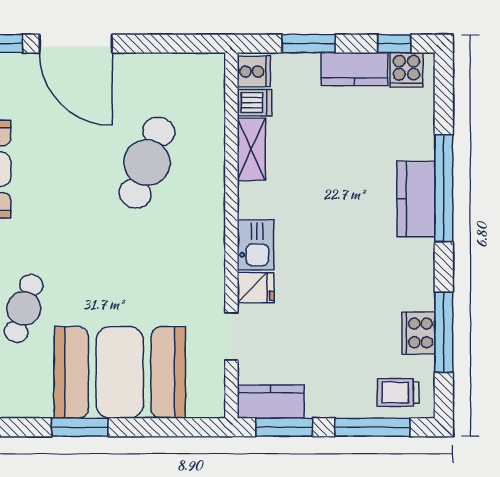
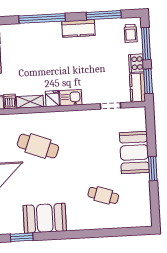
kitchen counter: (416, 199) -> (78, 28), moved
fridge: (256, 288) -> (52, 99), moved
cooker: (419, 333) -> (136, 63), moved, turned 90
booth: (120, 372) -> (134, 153), width x0.73, depth x0.70

